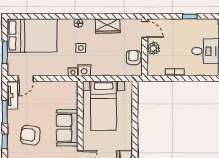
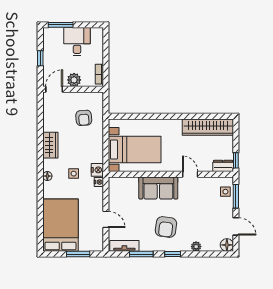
door: (145, 29) -> (54, 89), moved
wall: (145, 47) -> (73, 89), moved
plant: (153, 48) -> (74, 80), moved
armchair: (133, 57) -> (84, 118), turned -95
door: (26, 78) -> (106, 219), moved

